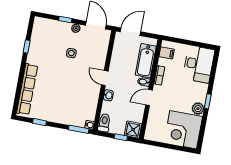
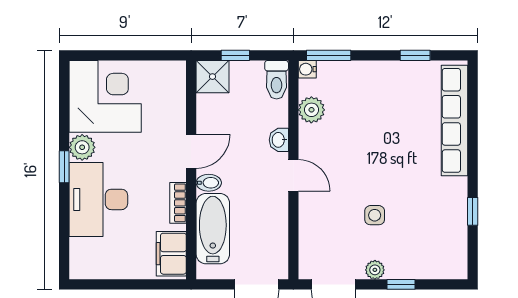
filing cabinet: (167, 53) -> (171, 254), width x2.00
desk: (199, 64) -> (98, 199), moved
plant: (91, 106) -> (311, 110), added

